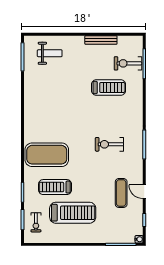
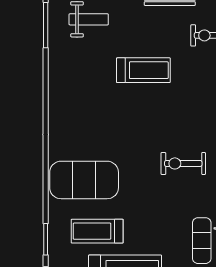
treadmill: (109, 87) -> (143, 70), moved

